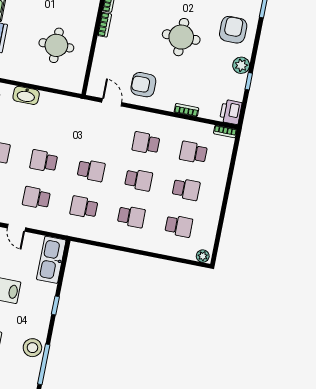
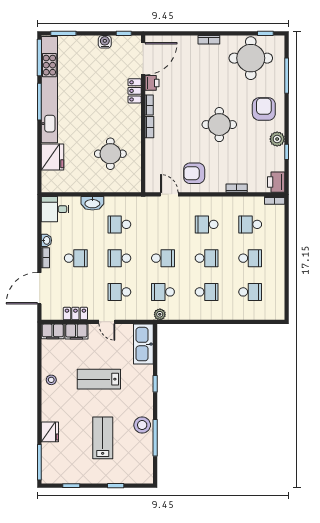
school desk: (51, 124) -> (119, 224), added
plant: (203, 256) -> (160, 314), moved

